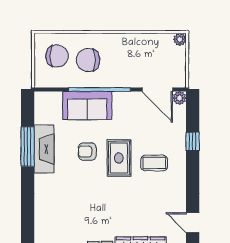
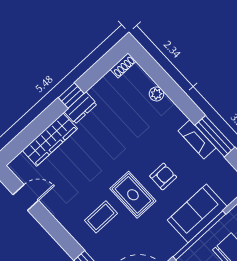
fireplace: (44, 149) -> (197, 139), width x0.73, depth x0.76
plant: (41, 211) -> (156, 94), added

